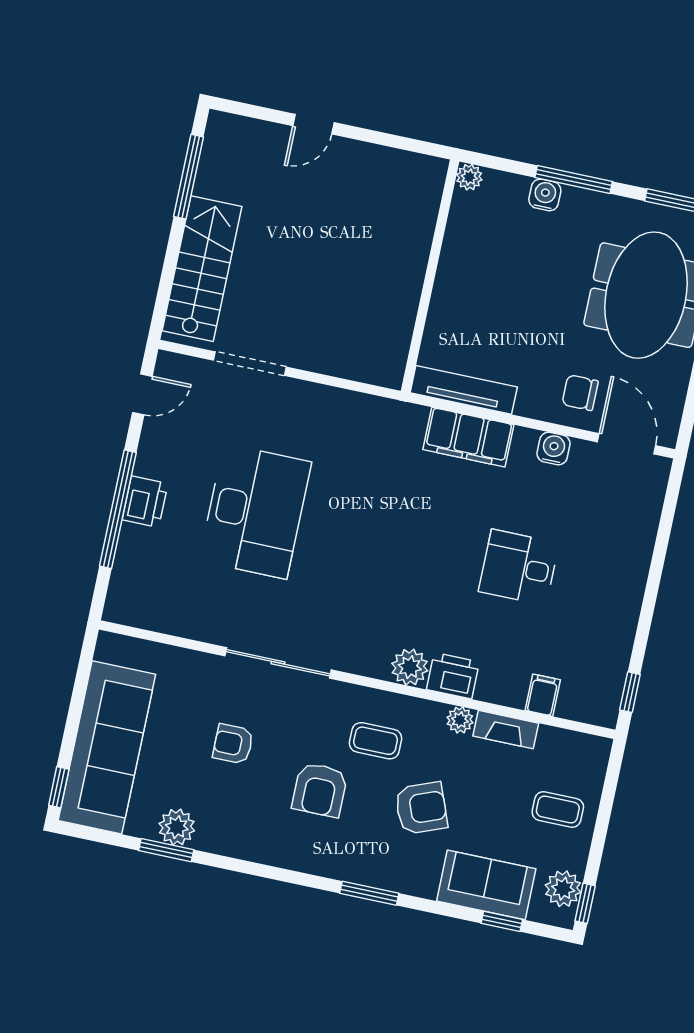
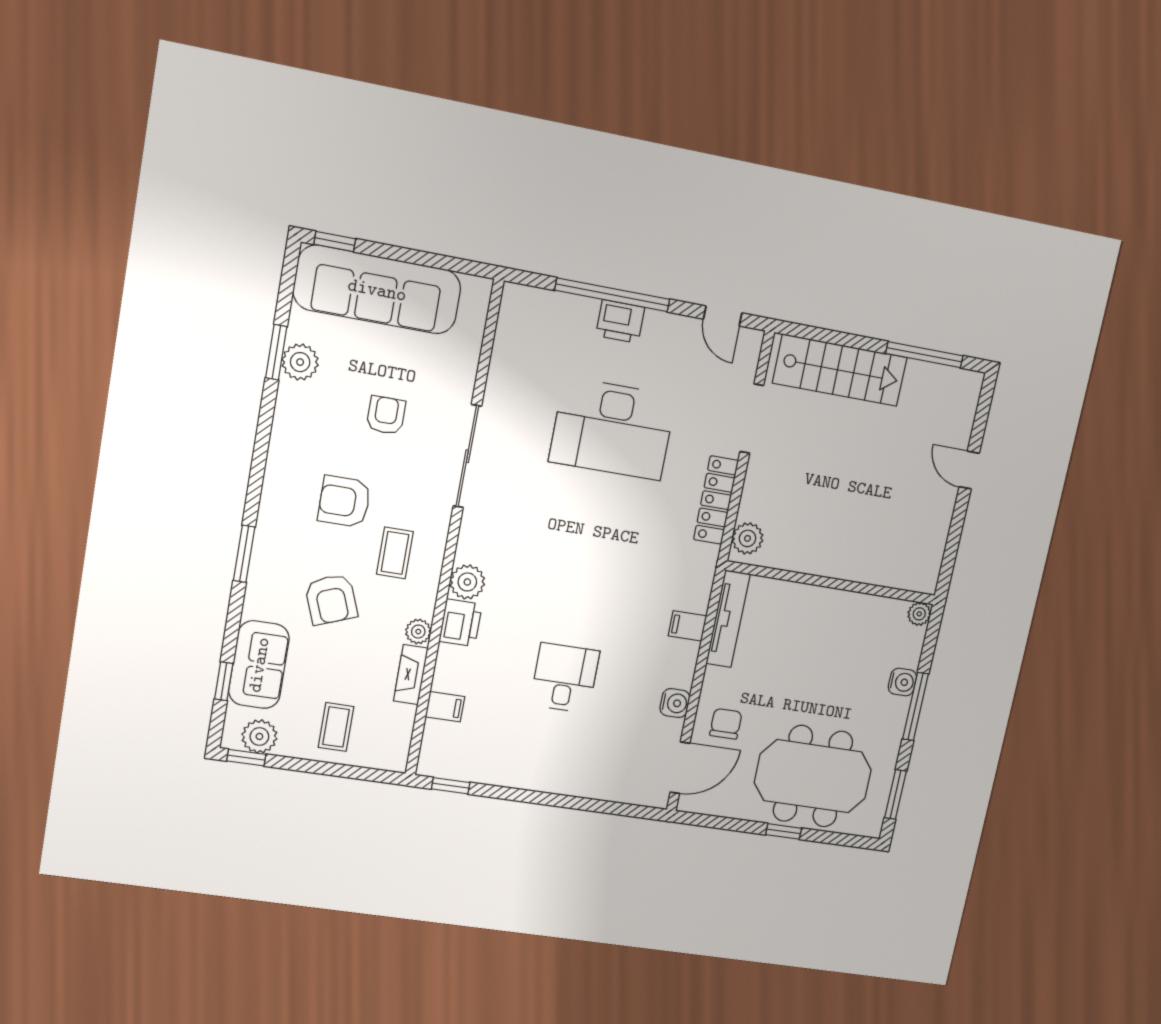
plant: (377, 368) -> (747, 538), added
locker: (335, 402) -> (716, 500), added
filing cabinet: (468, 437) -> (687, 626), width x0.33, depth x0.86

